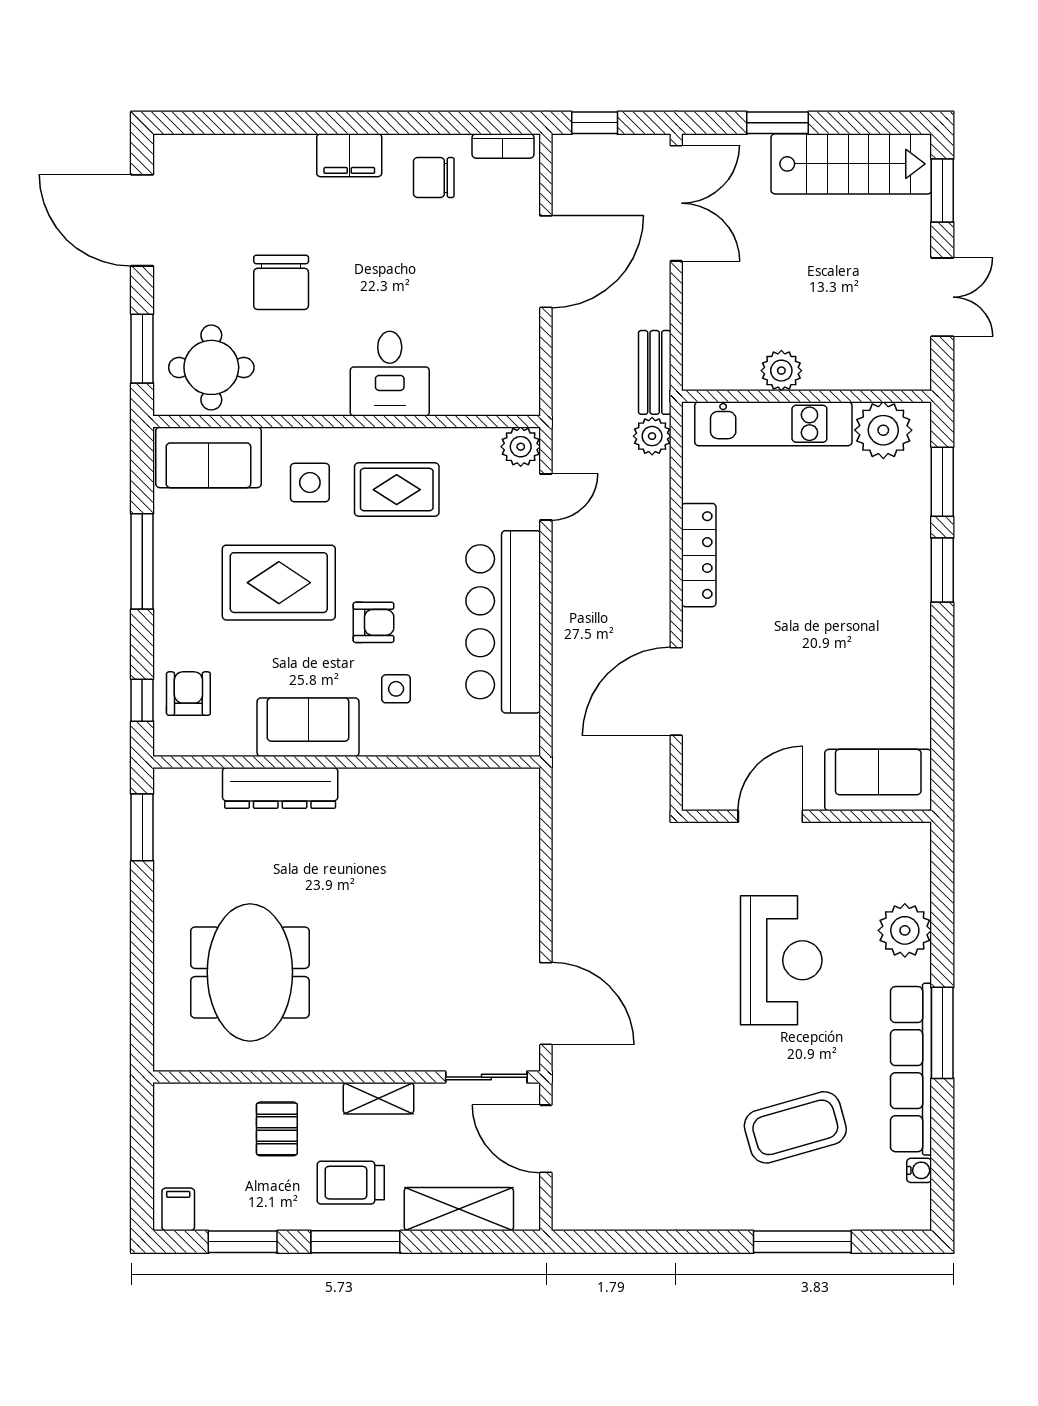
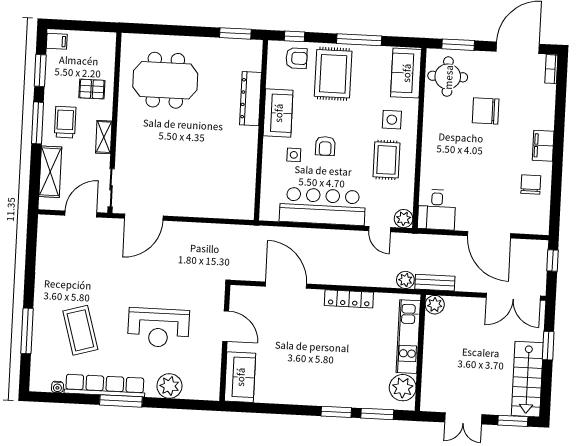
bookcase: (503, 146) -> (551, 69), moved
plant: (781, 371) -> (435, 305), moved
desk: (390, 374) -> (437, 210), moved, turned -90
rug: (279, 583) -> (333, 74), moved

